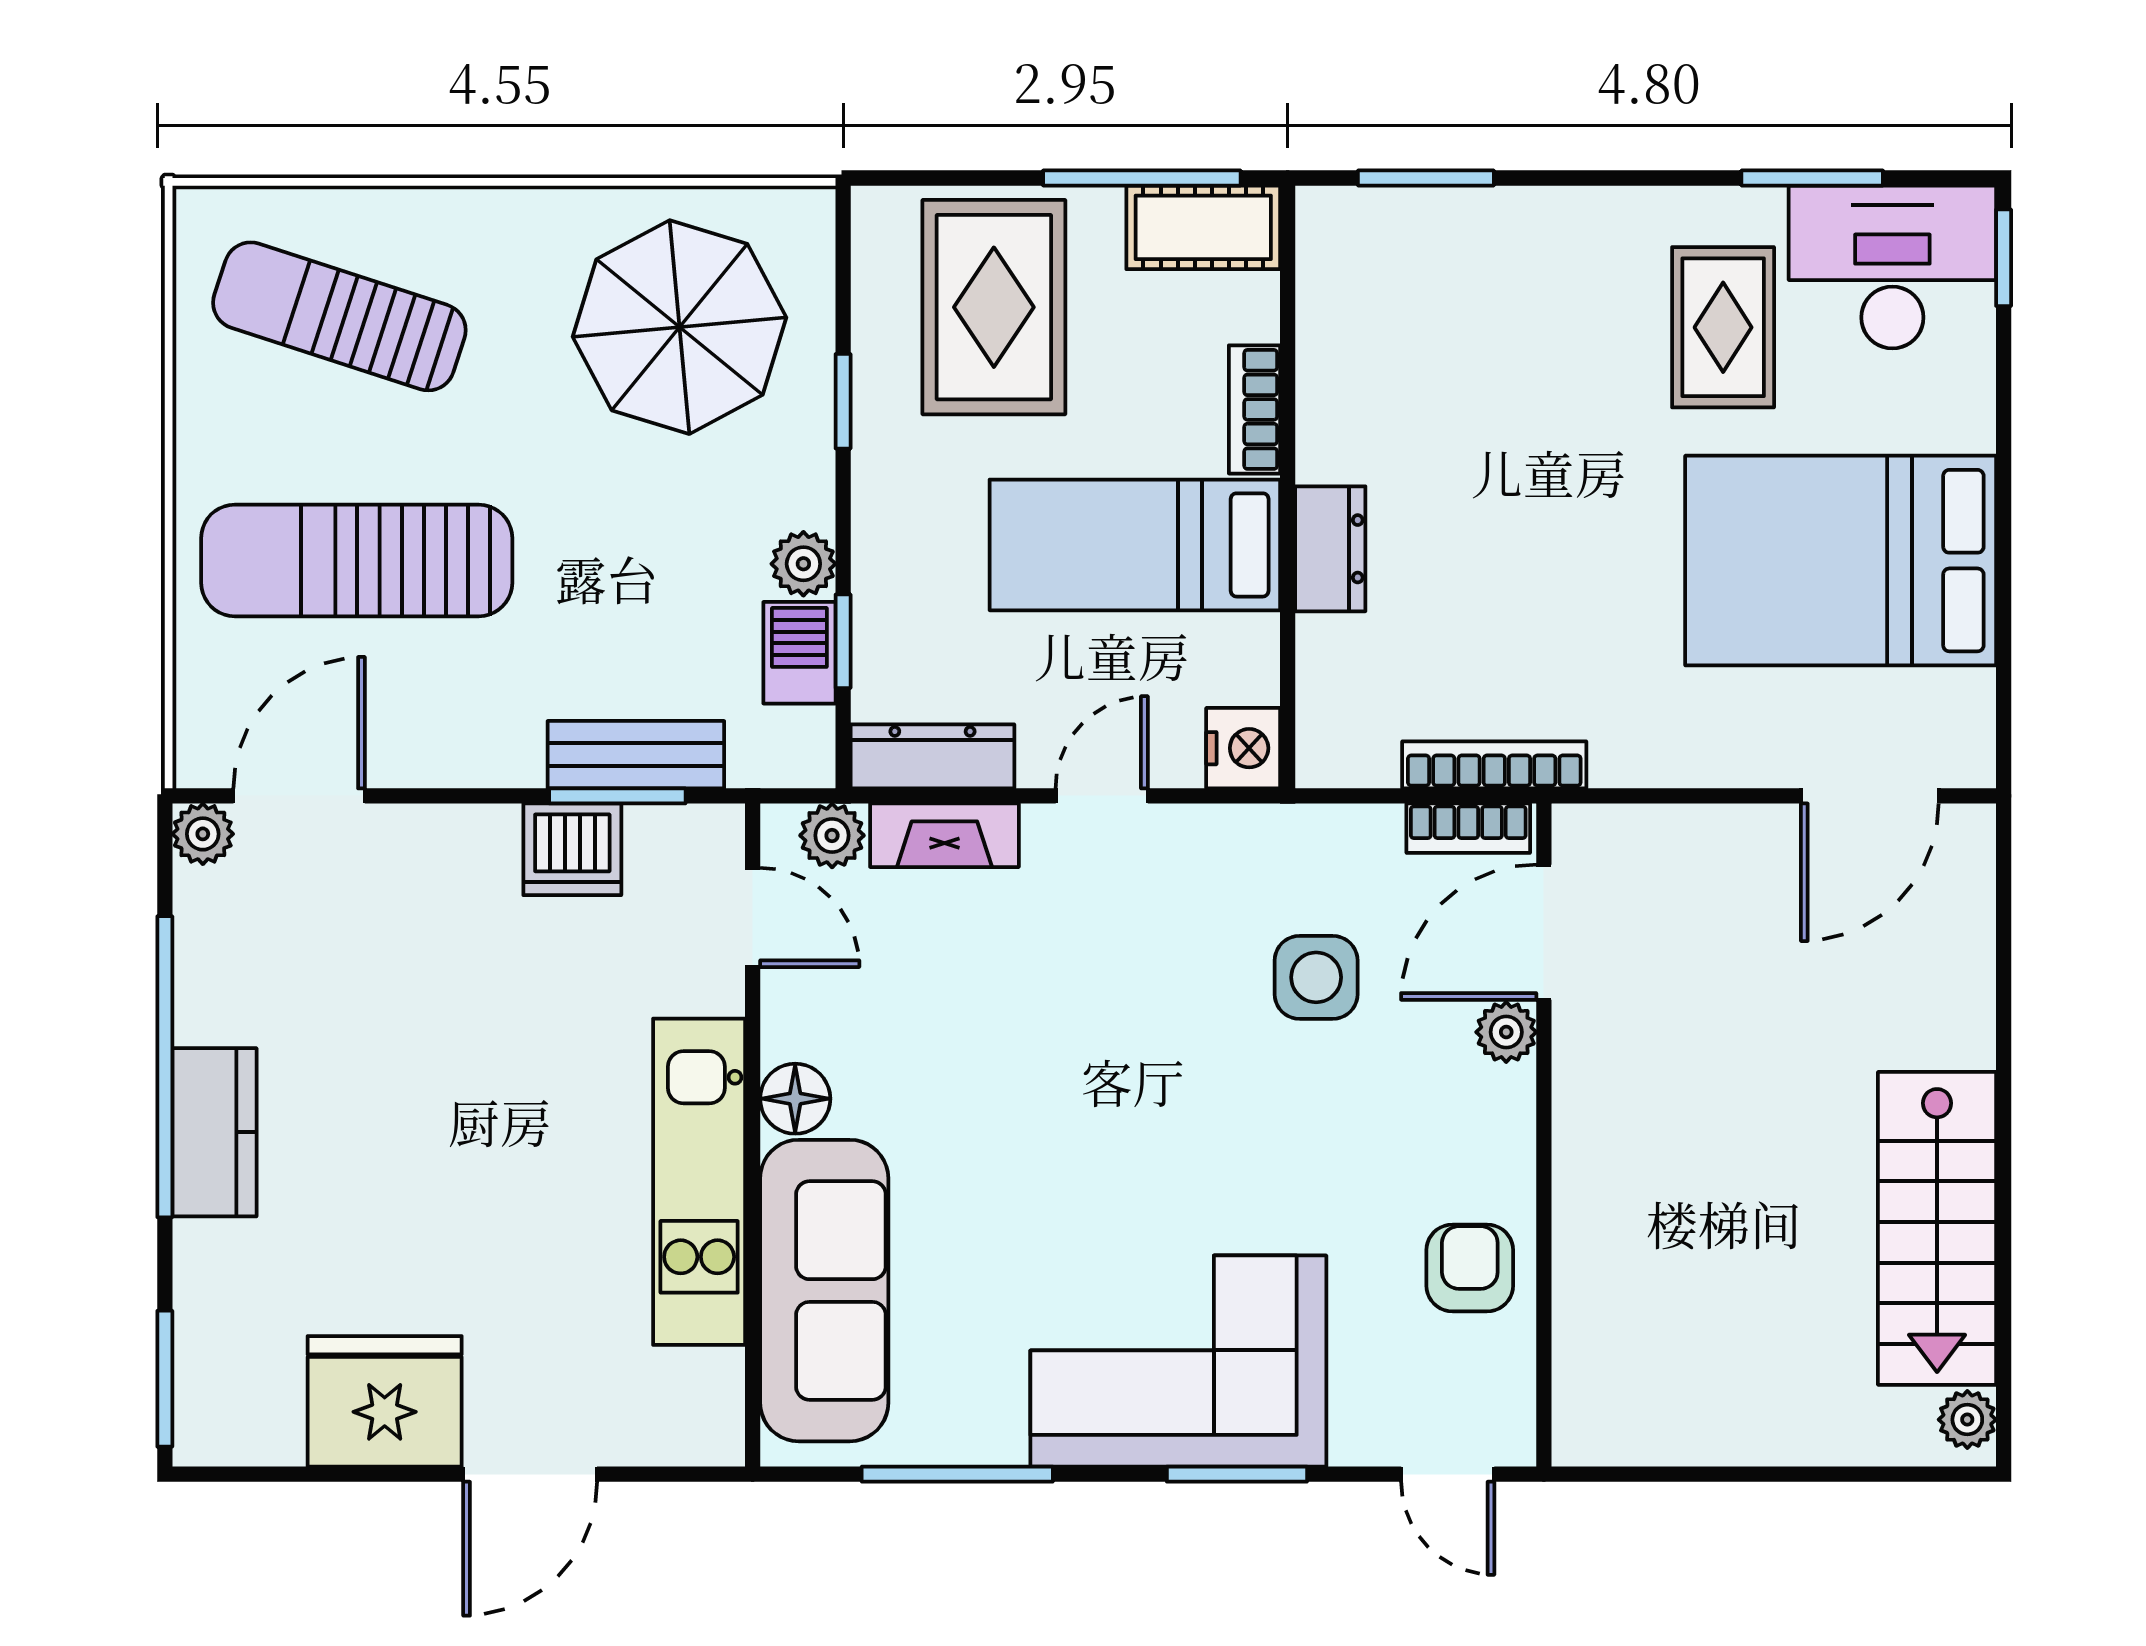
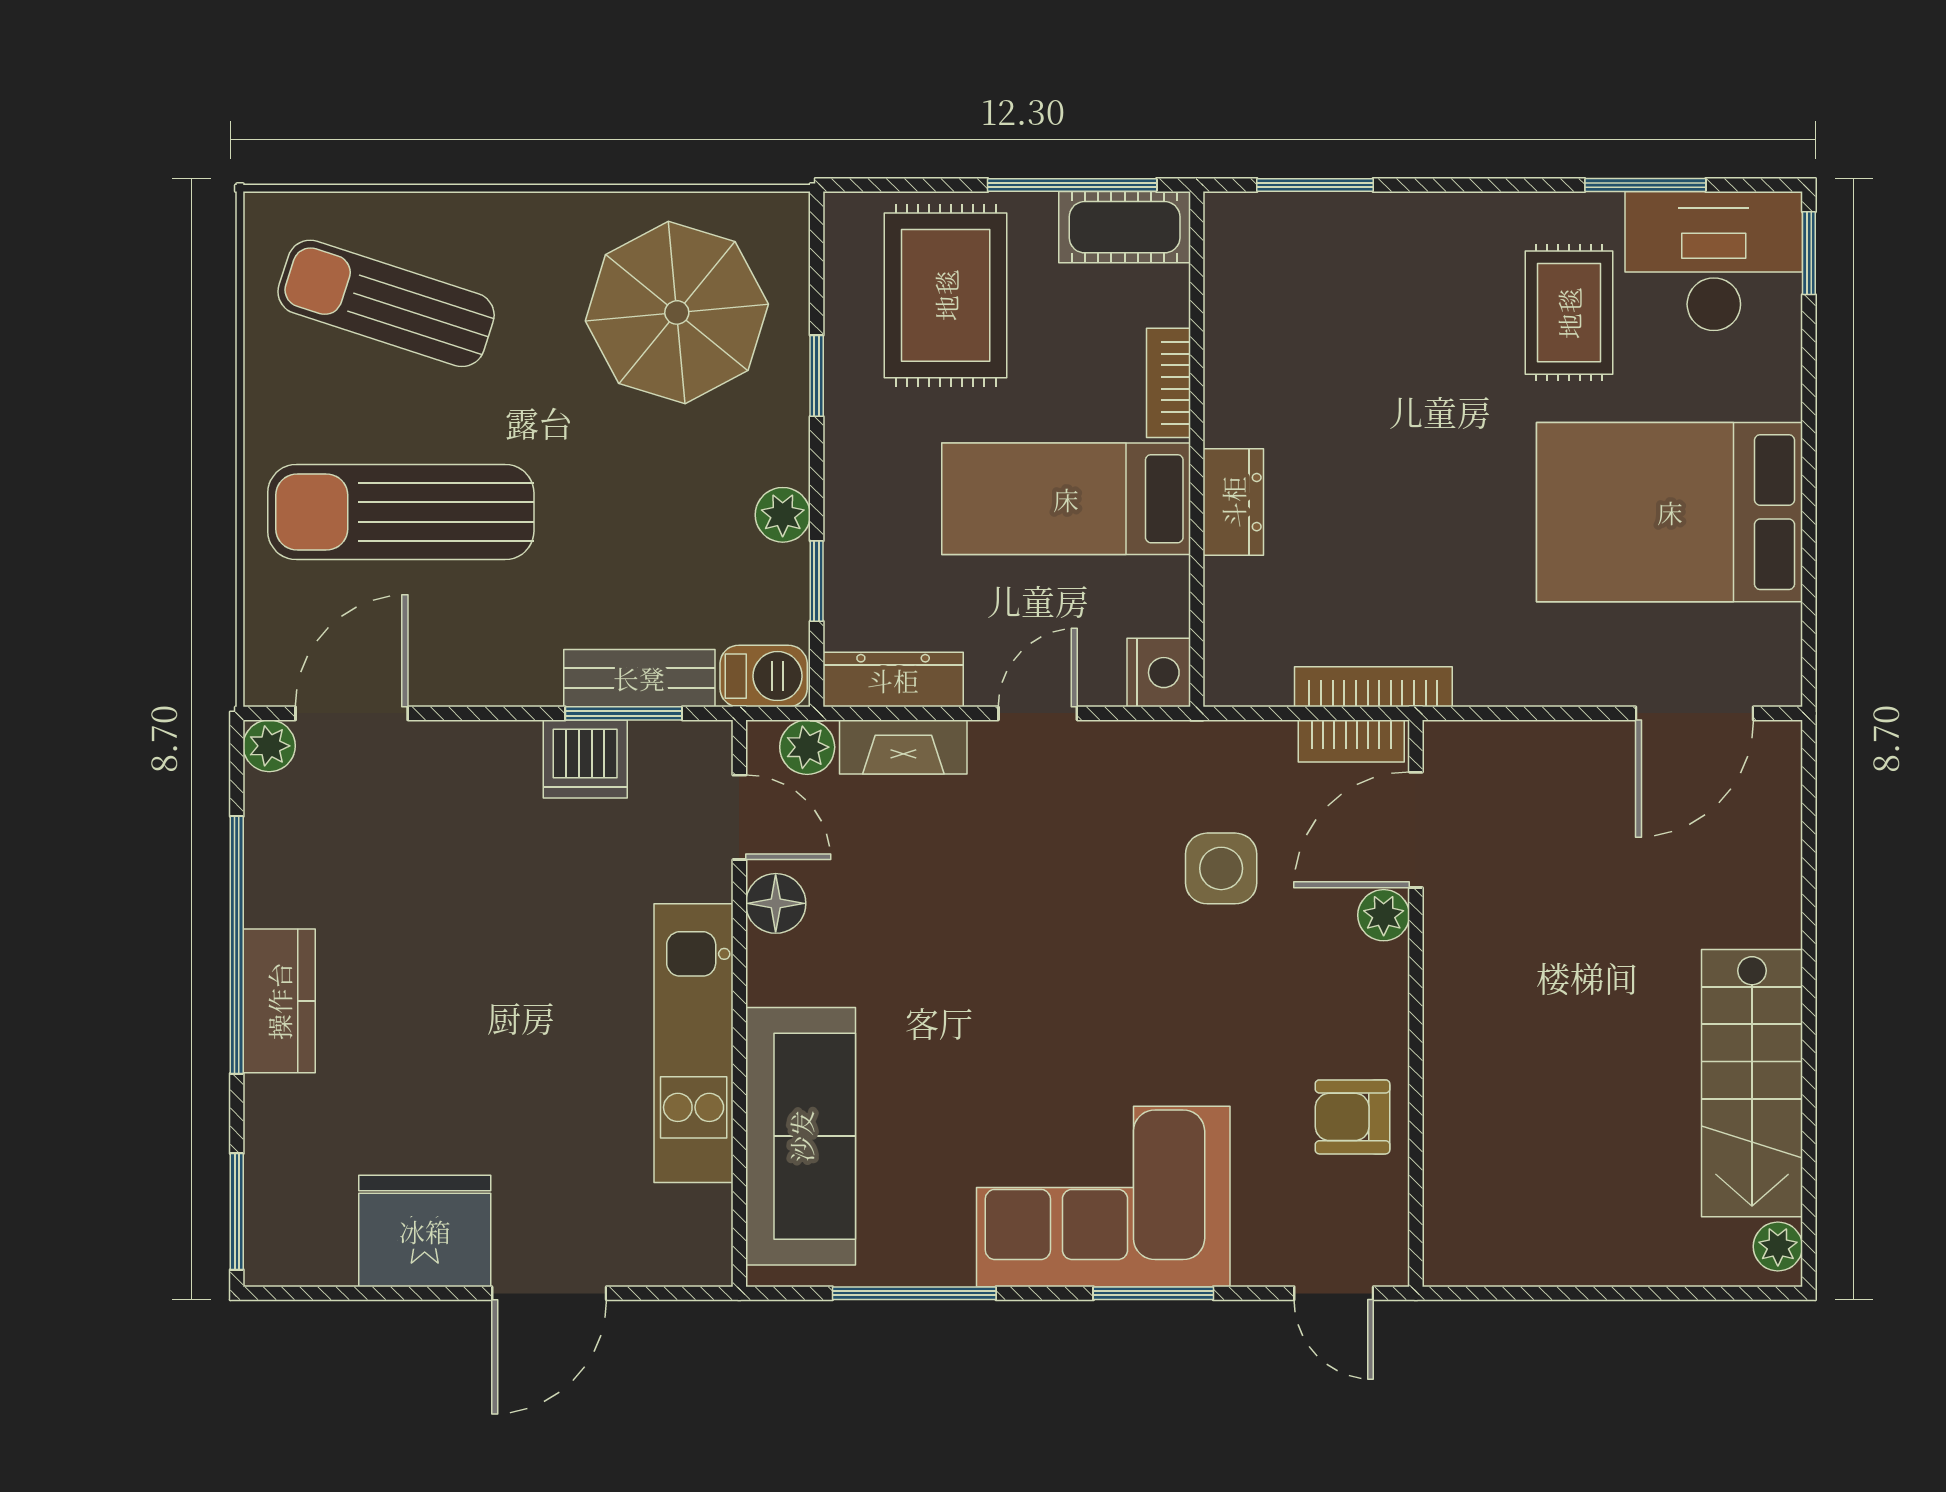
barbecue: (799, 653) -> (764, 676), moved, turned 90
floor lamp: (795, 1099) -> (776, 903), moved
armchair: (1470, 1268) -> (1352, 1117), turned -90

